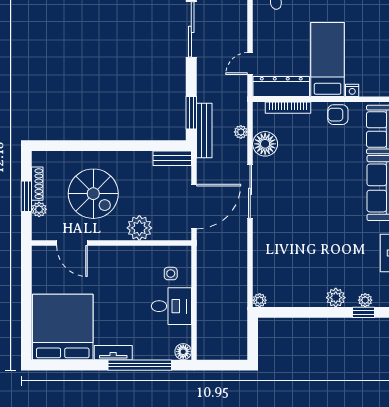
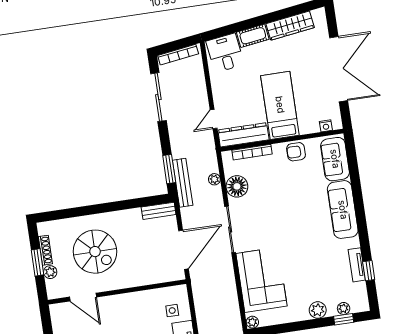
nightstand: (352, 90) -> (326, 126), moved
plant: (139, 228) -> (139, 275), removed
corner sofa: (277, 254) -> (262, 280), added

